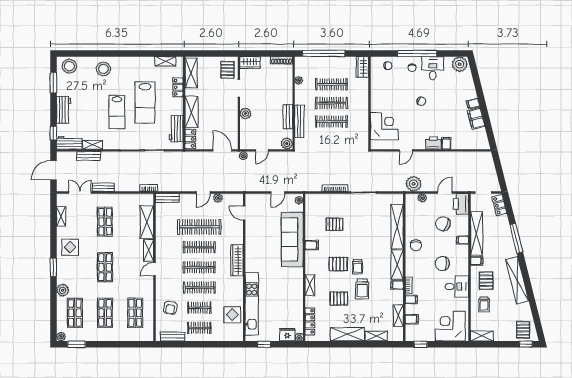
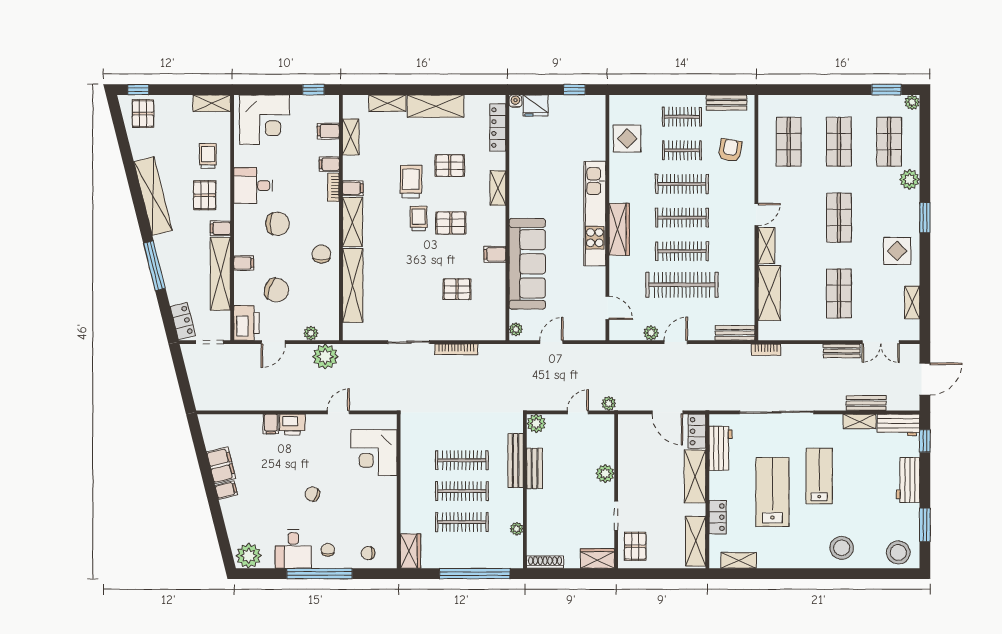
door: (222, 150) -> (667, 412), moved
kitchen unit: (252, 304) -> (595, 214), moved

